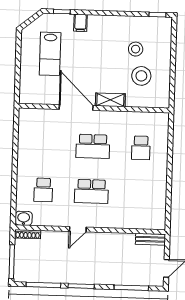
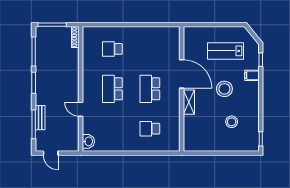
stool: (141, 76) -> (224, 89), moved
door: (76, 107) -> (182, 74), hinge flipped
washbasin: (24, 218) -> (88, 141), moved
door: (78, 229) -> (81, 109), moved
bench: (150, 239) -> (40, 118), moved

